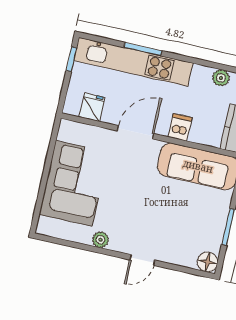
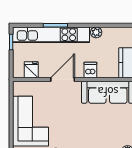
plant: (221, 78) -> (96, 32), moved

